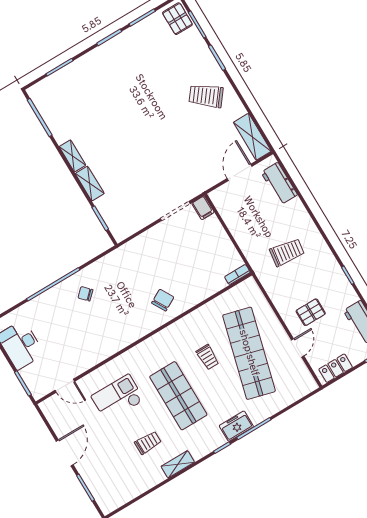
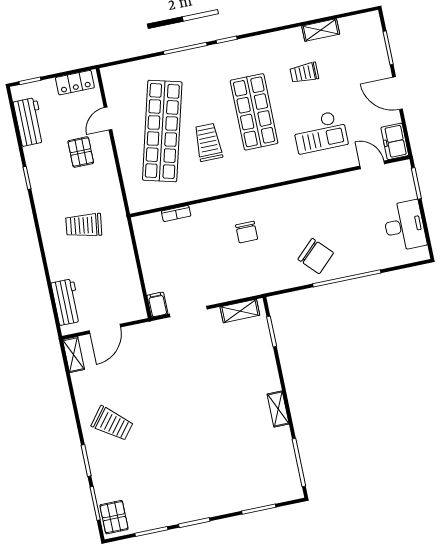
shelving: (252, 137) -> (74, 355), width x0.67, depth x0.75
shelving: (90, 184) -> (240, 311), moved, turned 90
bookcase: (237, 275) -> (176, 214), moved
chair: (85, 294) -> (316, 256), width x1.87, depth x1.87
chair: (163, 300) -> (247, 232), moved, turned -61
pallet: (311, 312) -> (81, 152), turned 90
trolley: (208, 357) -> (208, 142), width x1.36, depth x1.39
freezer: (236, 426) -> (395, 141), moved, turned 90
door: (65, 453) -> (398, 93), hinge flipped
shelving: (178, 464) -> (321, 30), moved

